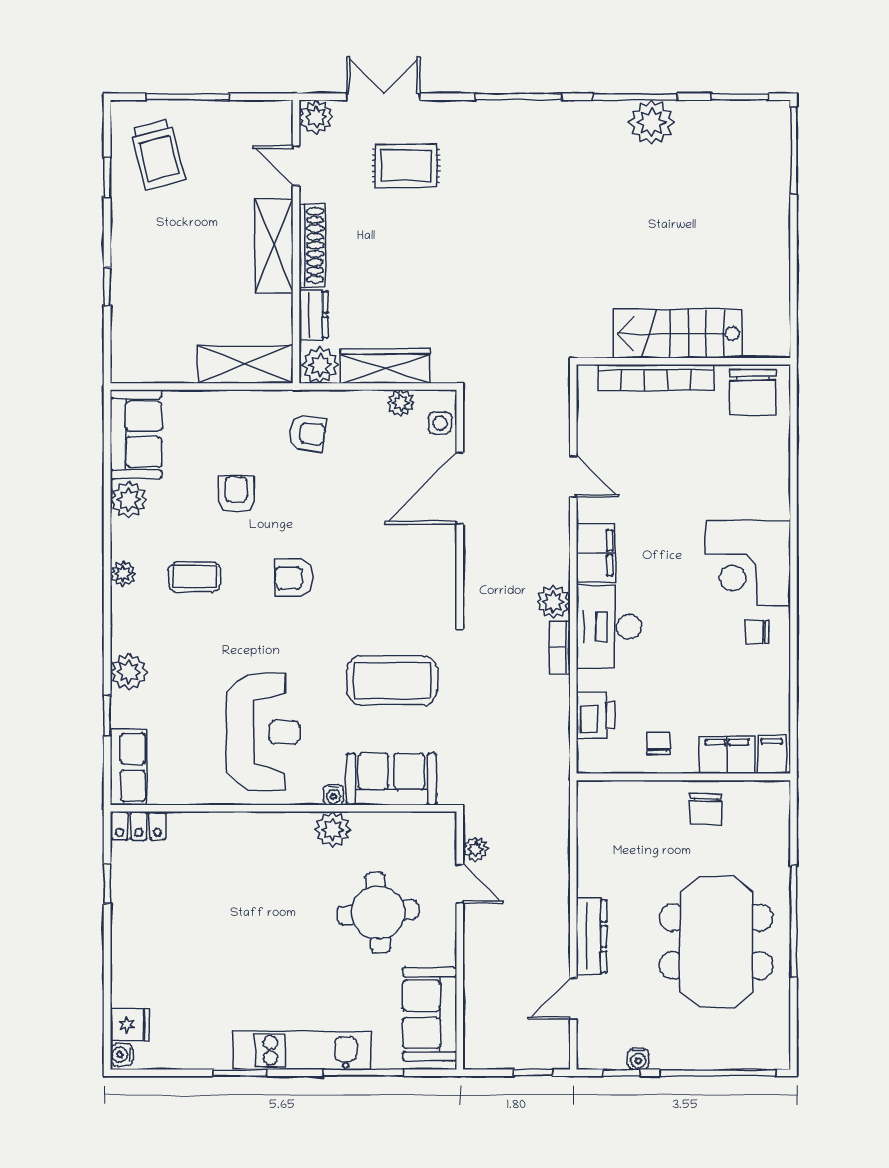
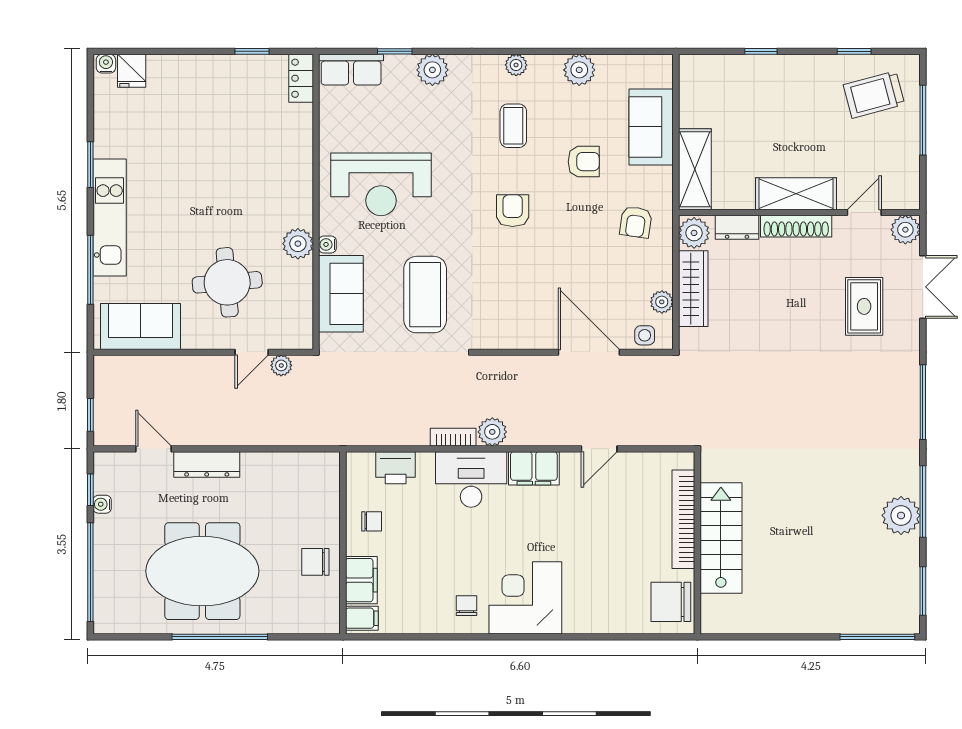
sofa: (136, 434) -> (651, 127), moved, turned 90

